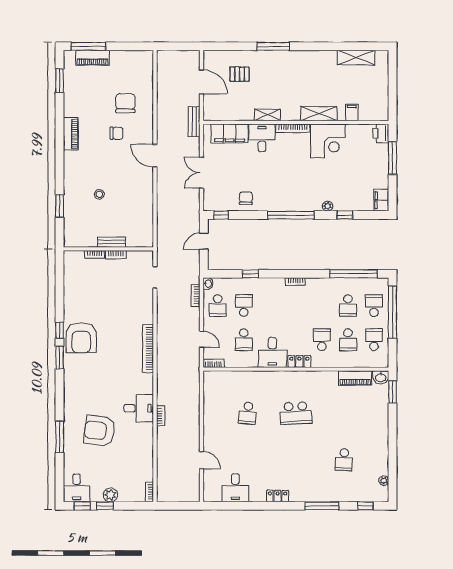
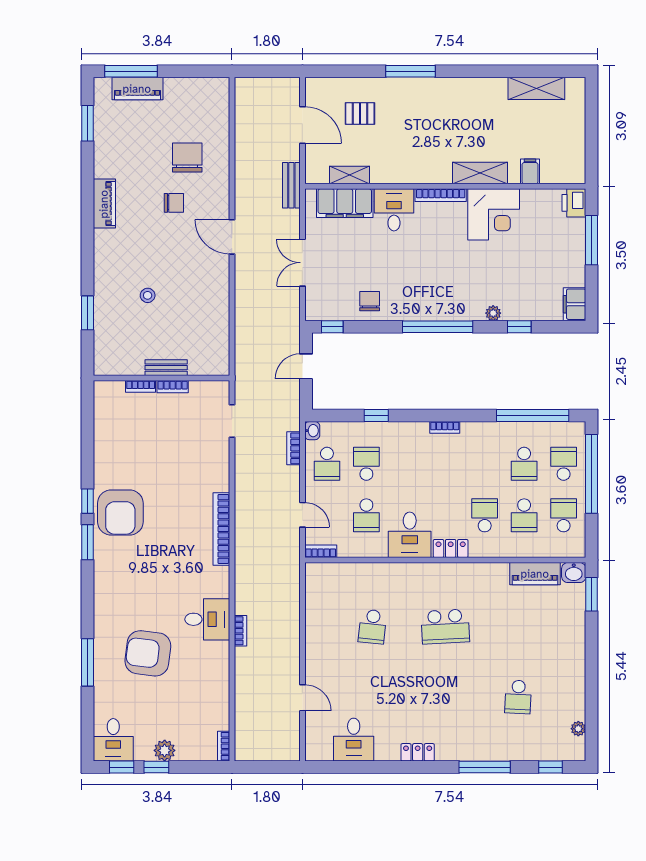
shelving: (267, 115) -> (350, 175), moved

